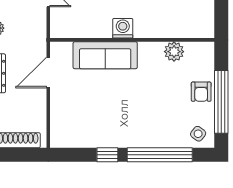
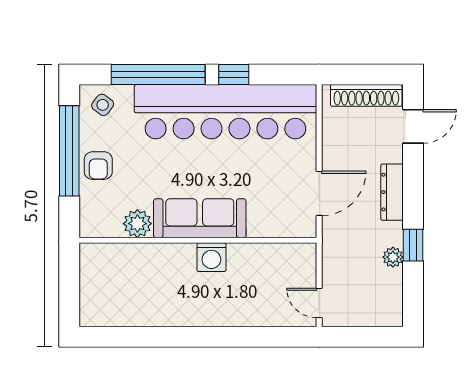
sofa: (105, 55) -> (200, 218), moved
armchair: (201, 92) -> (98, 166), turned 180
bar counter: (113, 129) -> (225, 112), added

